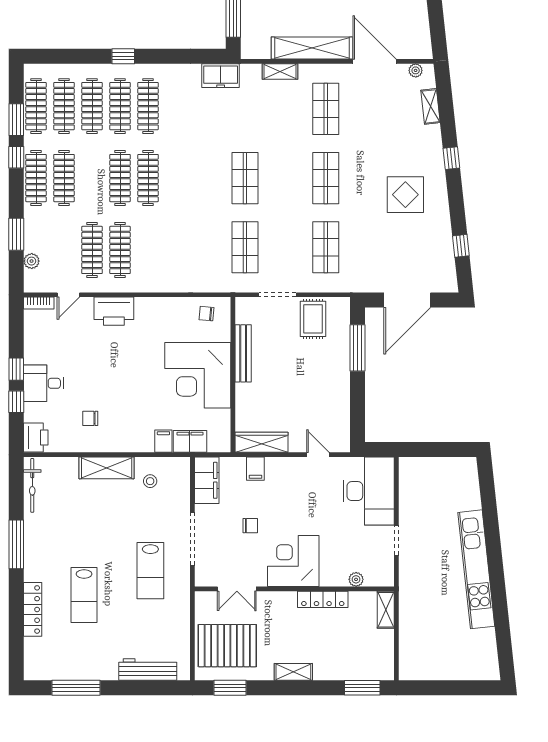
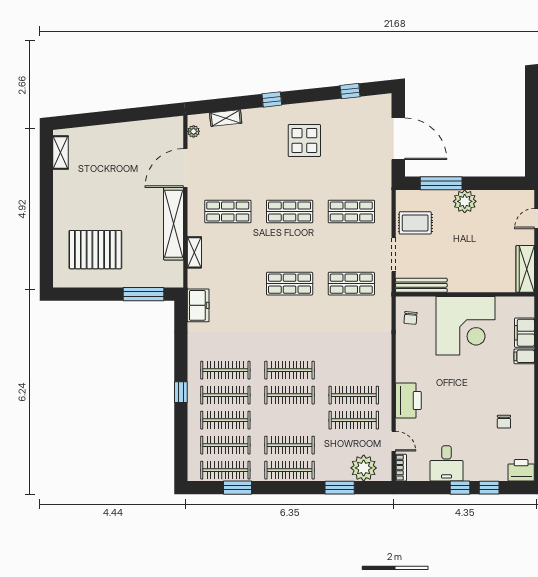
window: (16, 157) -> (271, 488), removed
plant: (32, 261) -> (364, 468), width x1.87, depth x1.87
bench: (243, 353) -> (421, 285), moved
plant: (337, 374) -> (465, 201), added
desk: (44, 383) -> (447, 463), moved

